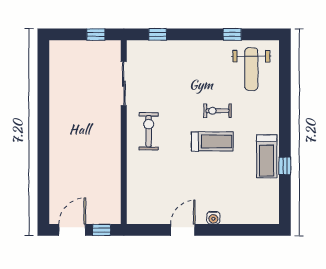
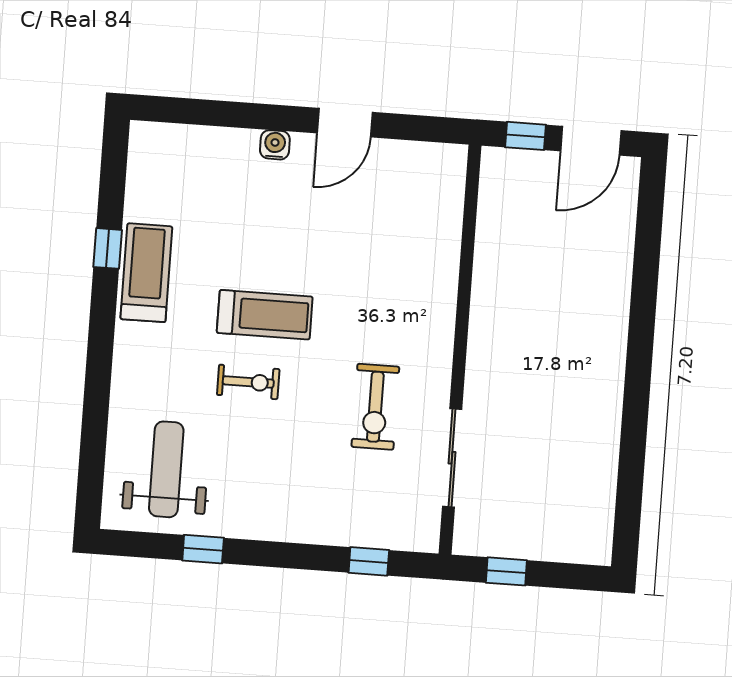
exercise bike: (149, 131) -> (375, 407), moved
treadmill: (212, 141) -> (265, 315), turned 180

